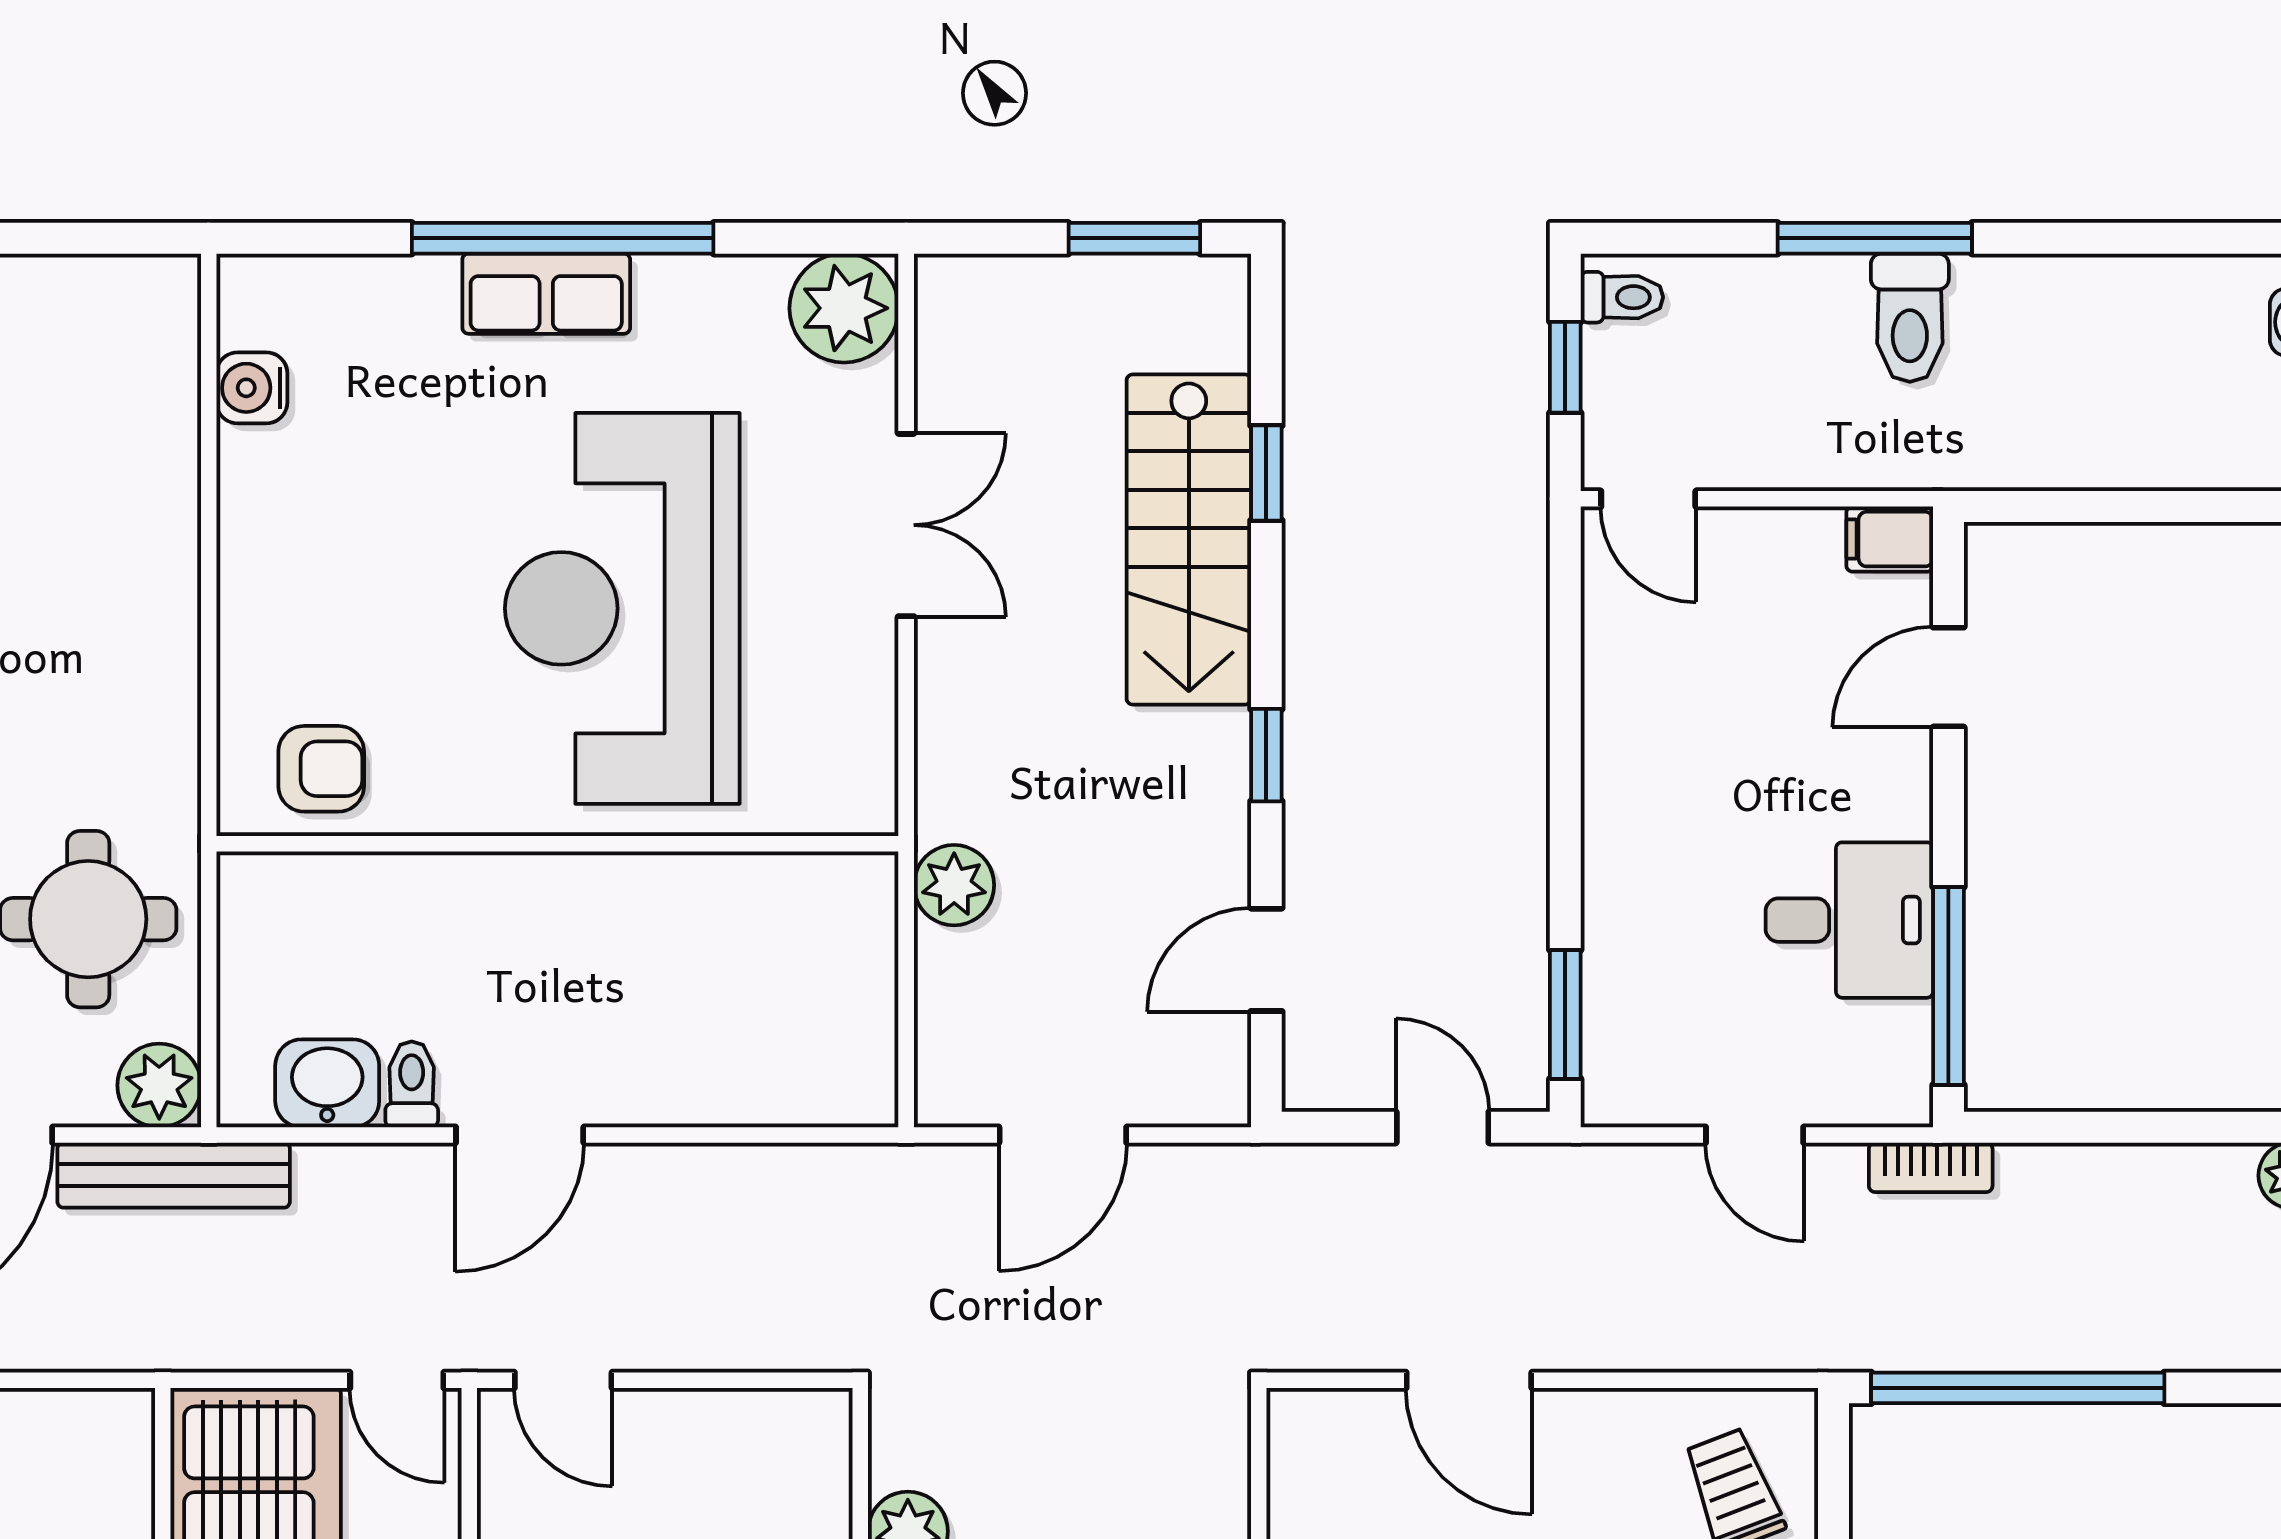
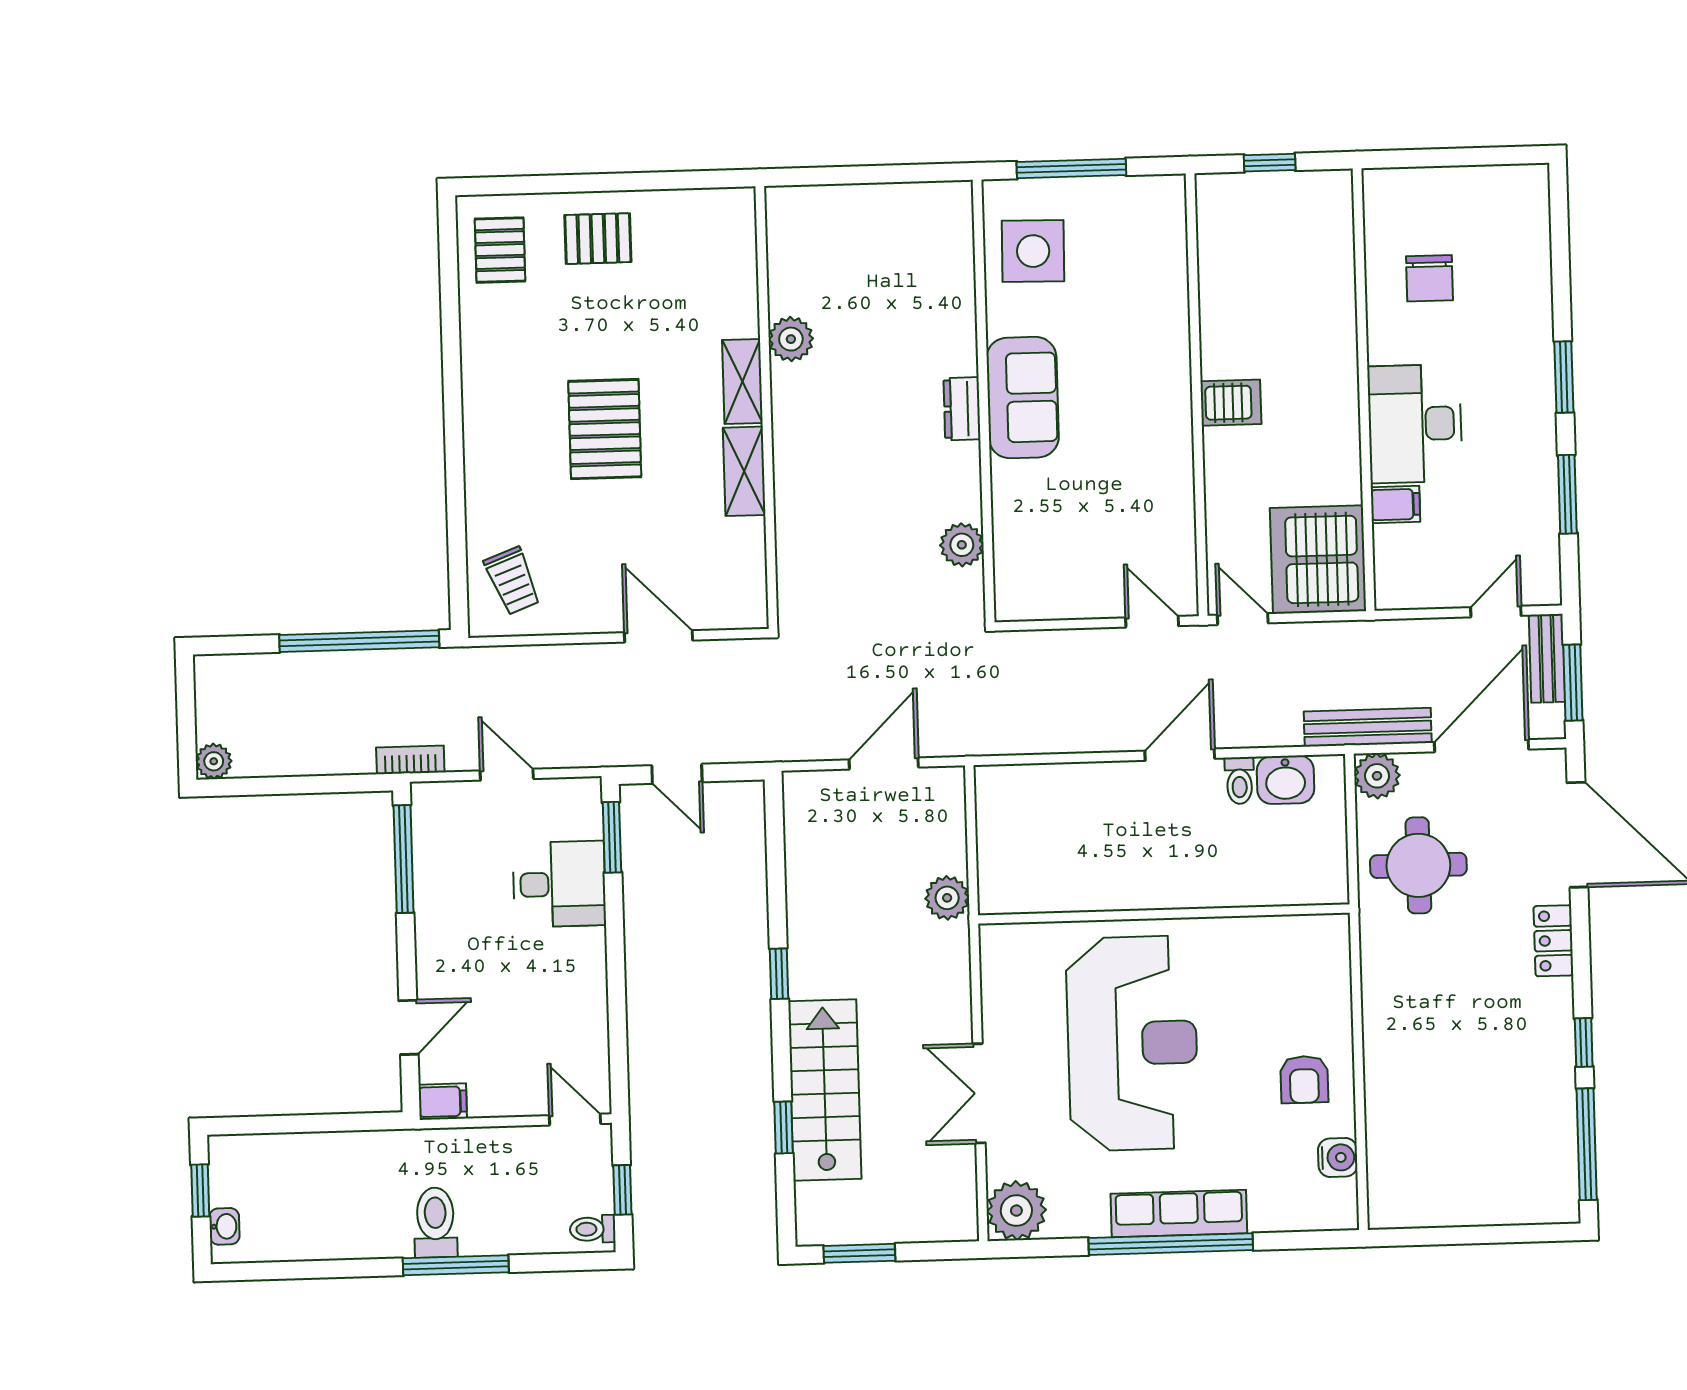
row of seats: (546, 294) -> (1179, 1214), width x1.48
armchair: (321, 769) -> (1304, 1080), moved, turned -90
desk: (1849, 920) -> (559, 884), moved, turned 180
door: (1266, 960) -> (776, 862), removed

